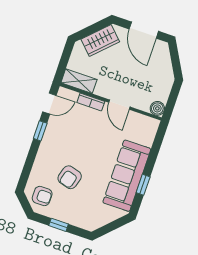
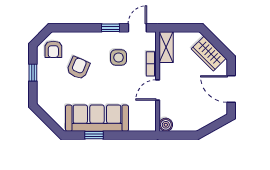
door: (144, 30) -> (231, 89), hinge flipped
door: (49, 104) -> (137, 28), swing flipped
side table: (73, 133) -> (119, 57), added
armchair: (70, 177) -> (78, 68), turned 97

